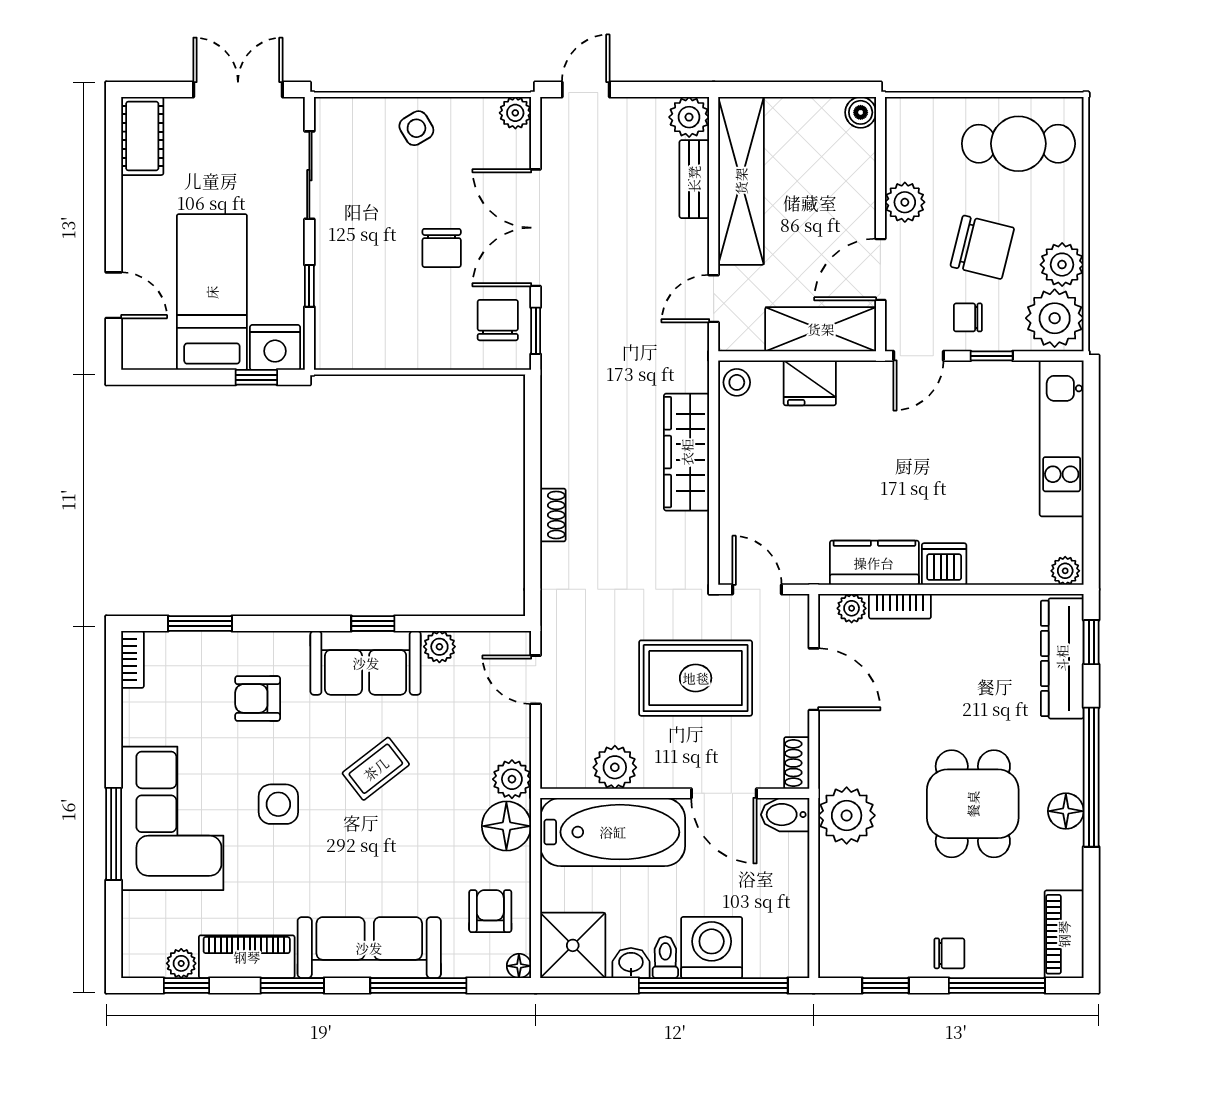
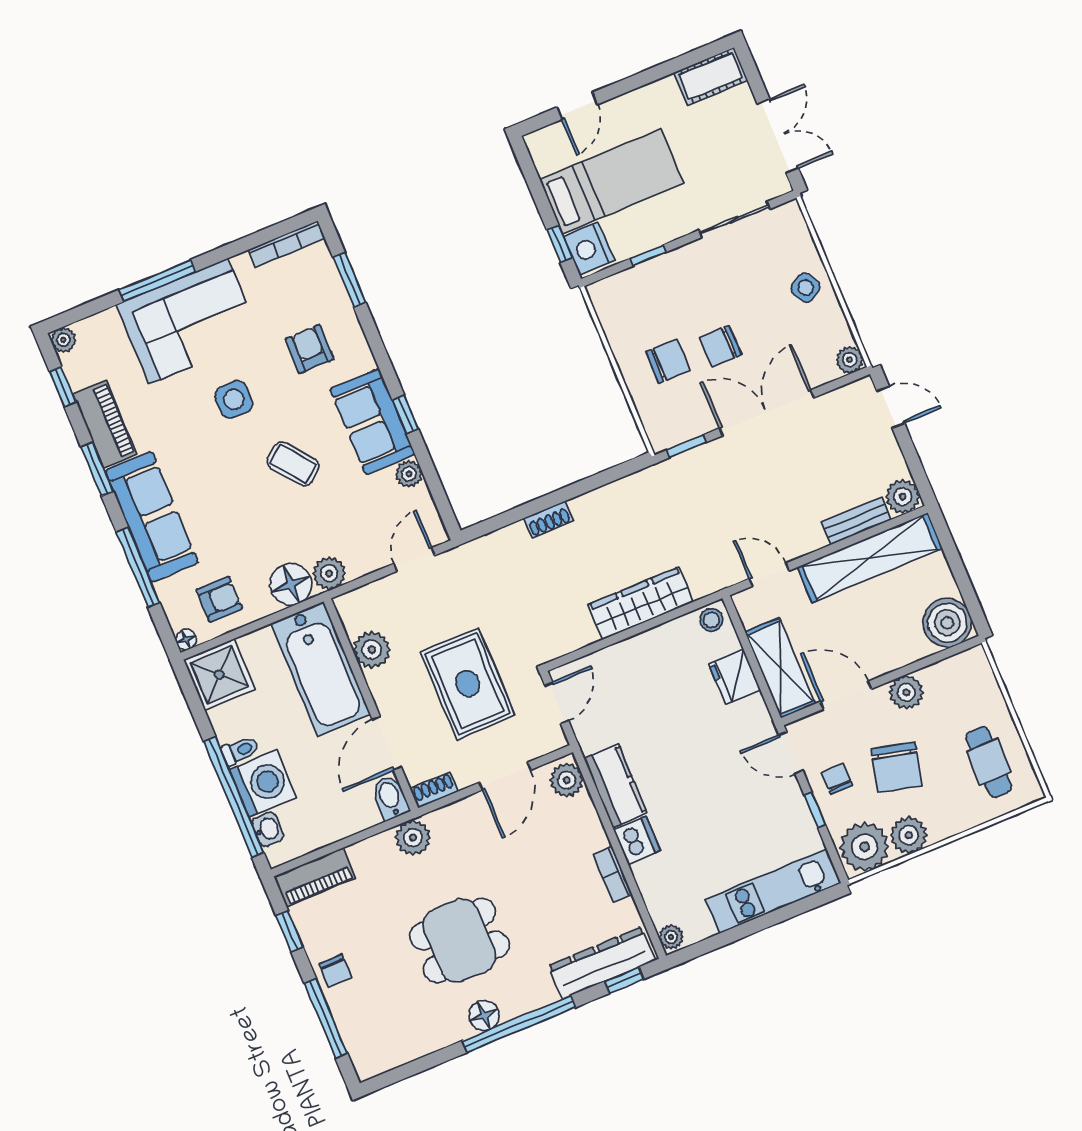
boiler: (861, 112) -> (947, 623), width x1.86, depth x1.86
cafe table: (1018, 144) -> (989, 762), width x0.73, depth x0.74
chair: (498, 320) -> (668, 361), moved
bookcase: (900, 606) -> (612, 874), moved
plant: (852, 608) -> (567, 780), width x1.38, depth x1.38
bookcase: (132, 659) -> (287, 244), width x1.56
plant: (847, 815) -> (413, 838), width x0.73, depth x0.73
piano: (1064, 934) -> (315, 877), moved, turned 180
plant: (181, 963) -> (64, 340), moved
washbasin: (631, 963) -> (268, 829), moved

